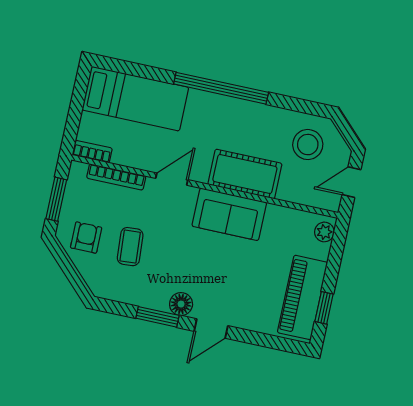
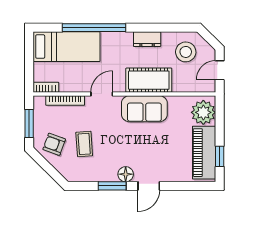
window: (221, 88) -> (94, 28), moved
dresser: (255, 113) -> (147, 39), added
plant: (324, 232) -> (203, 112), width x1.88, depth x1.88
armchair: (86, 238) -> (54, 144), turned -70

